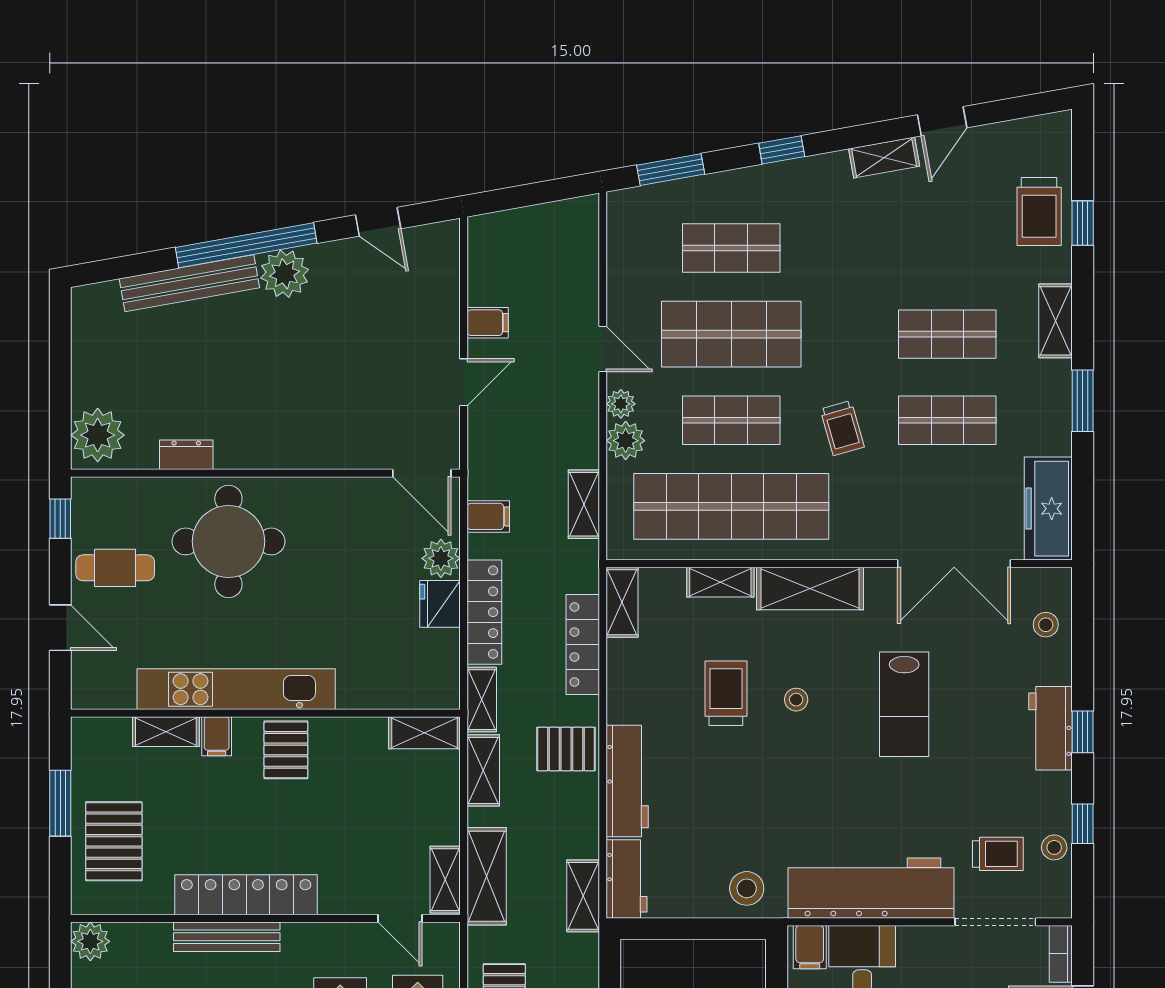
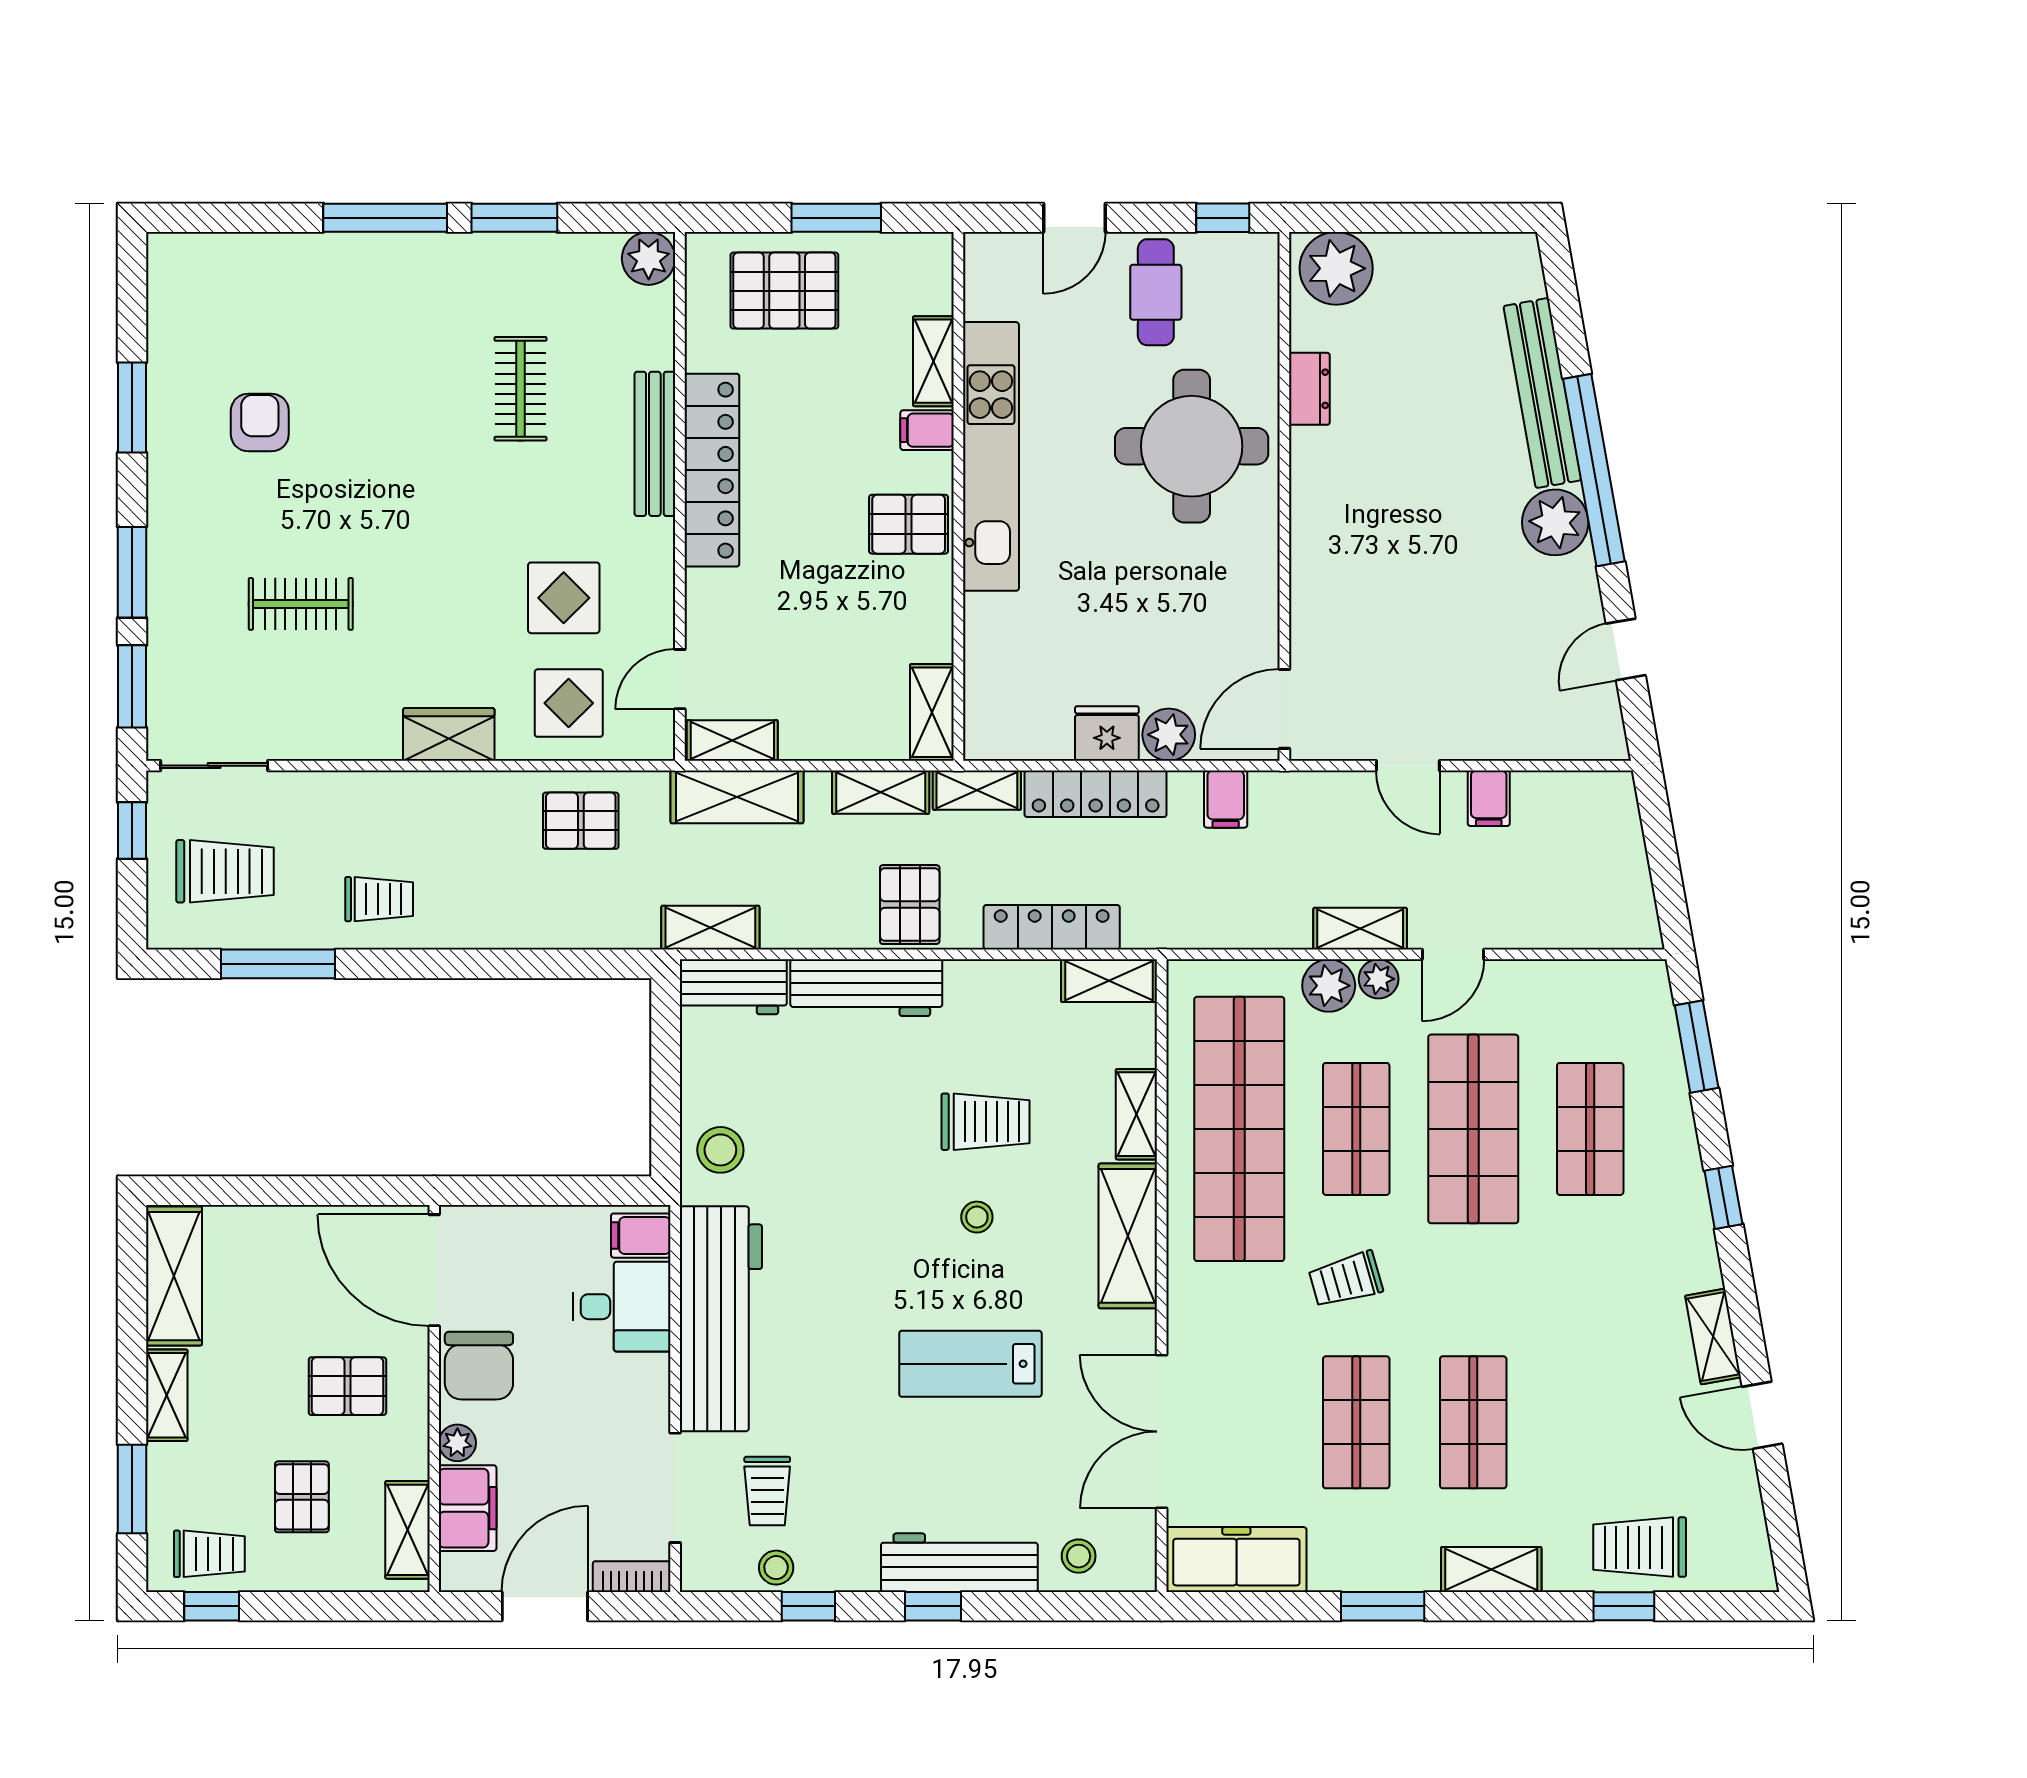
shelving: (584, 504) -> (1360, 929), moved
workbench: (1051, 728) -> (959, 1563), width x1.38

